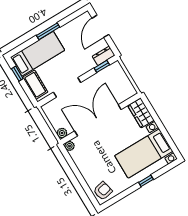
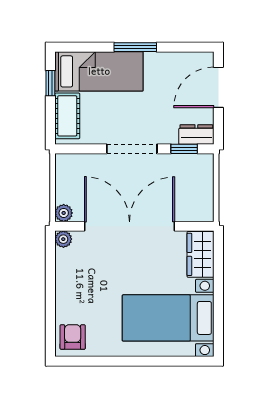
doorway: (67, 87) -> (132, 149), moved
window: (146, 181) -> (147, 361), removed
armchair: (103, 191) -> (73, 337), turned -77

